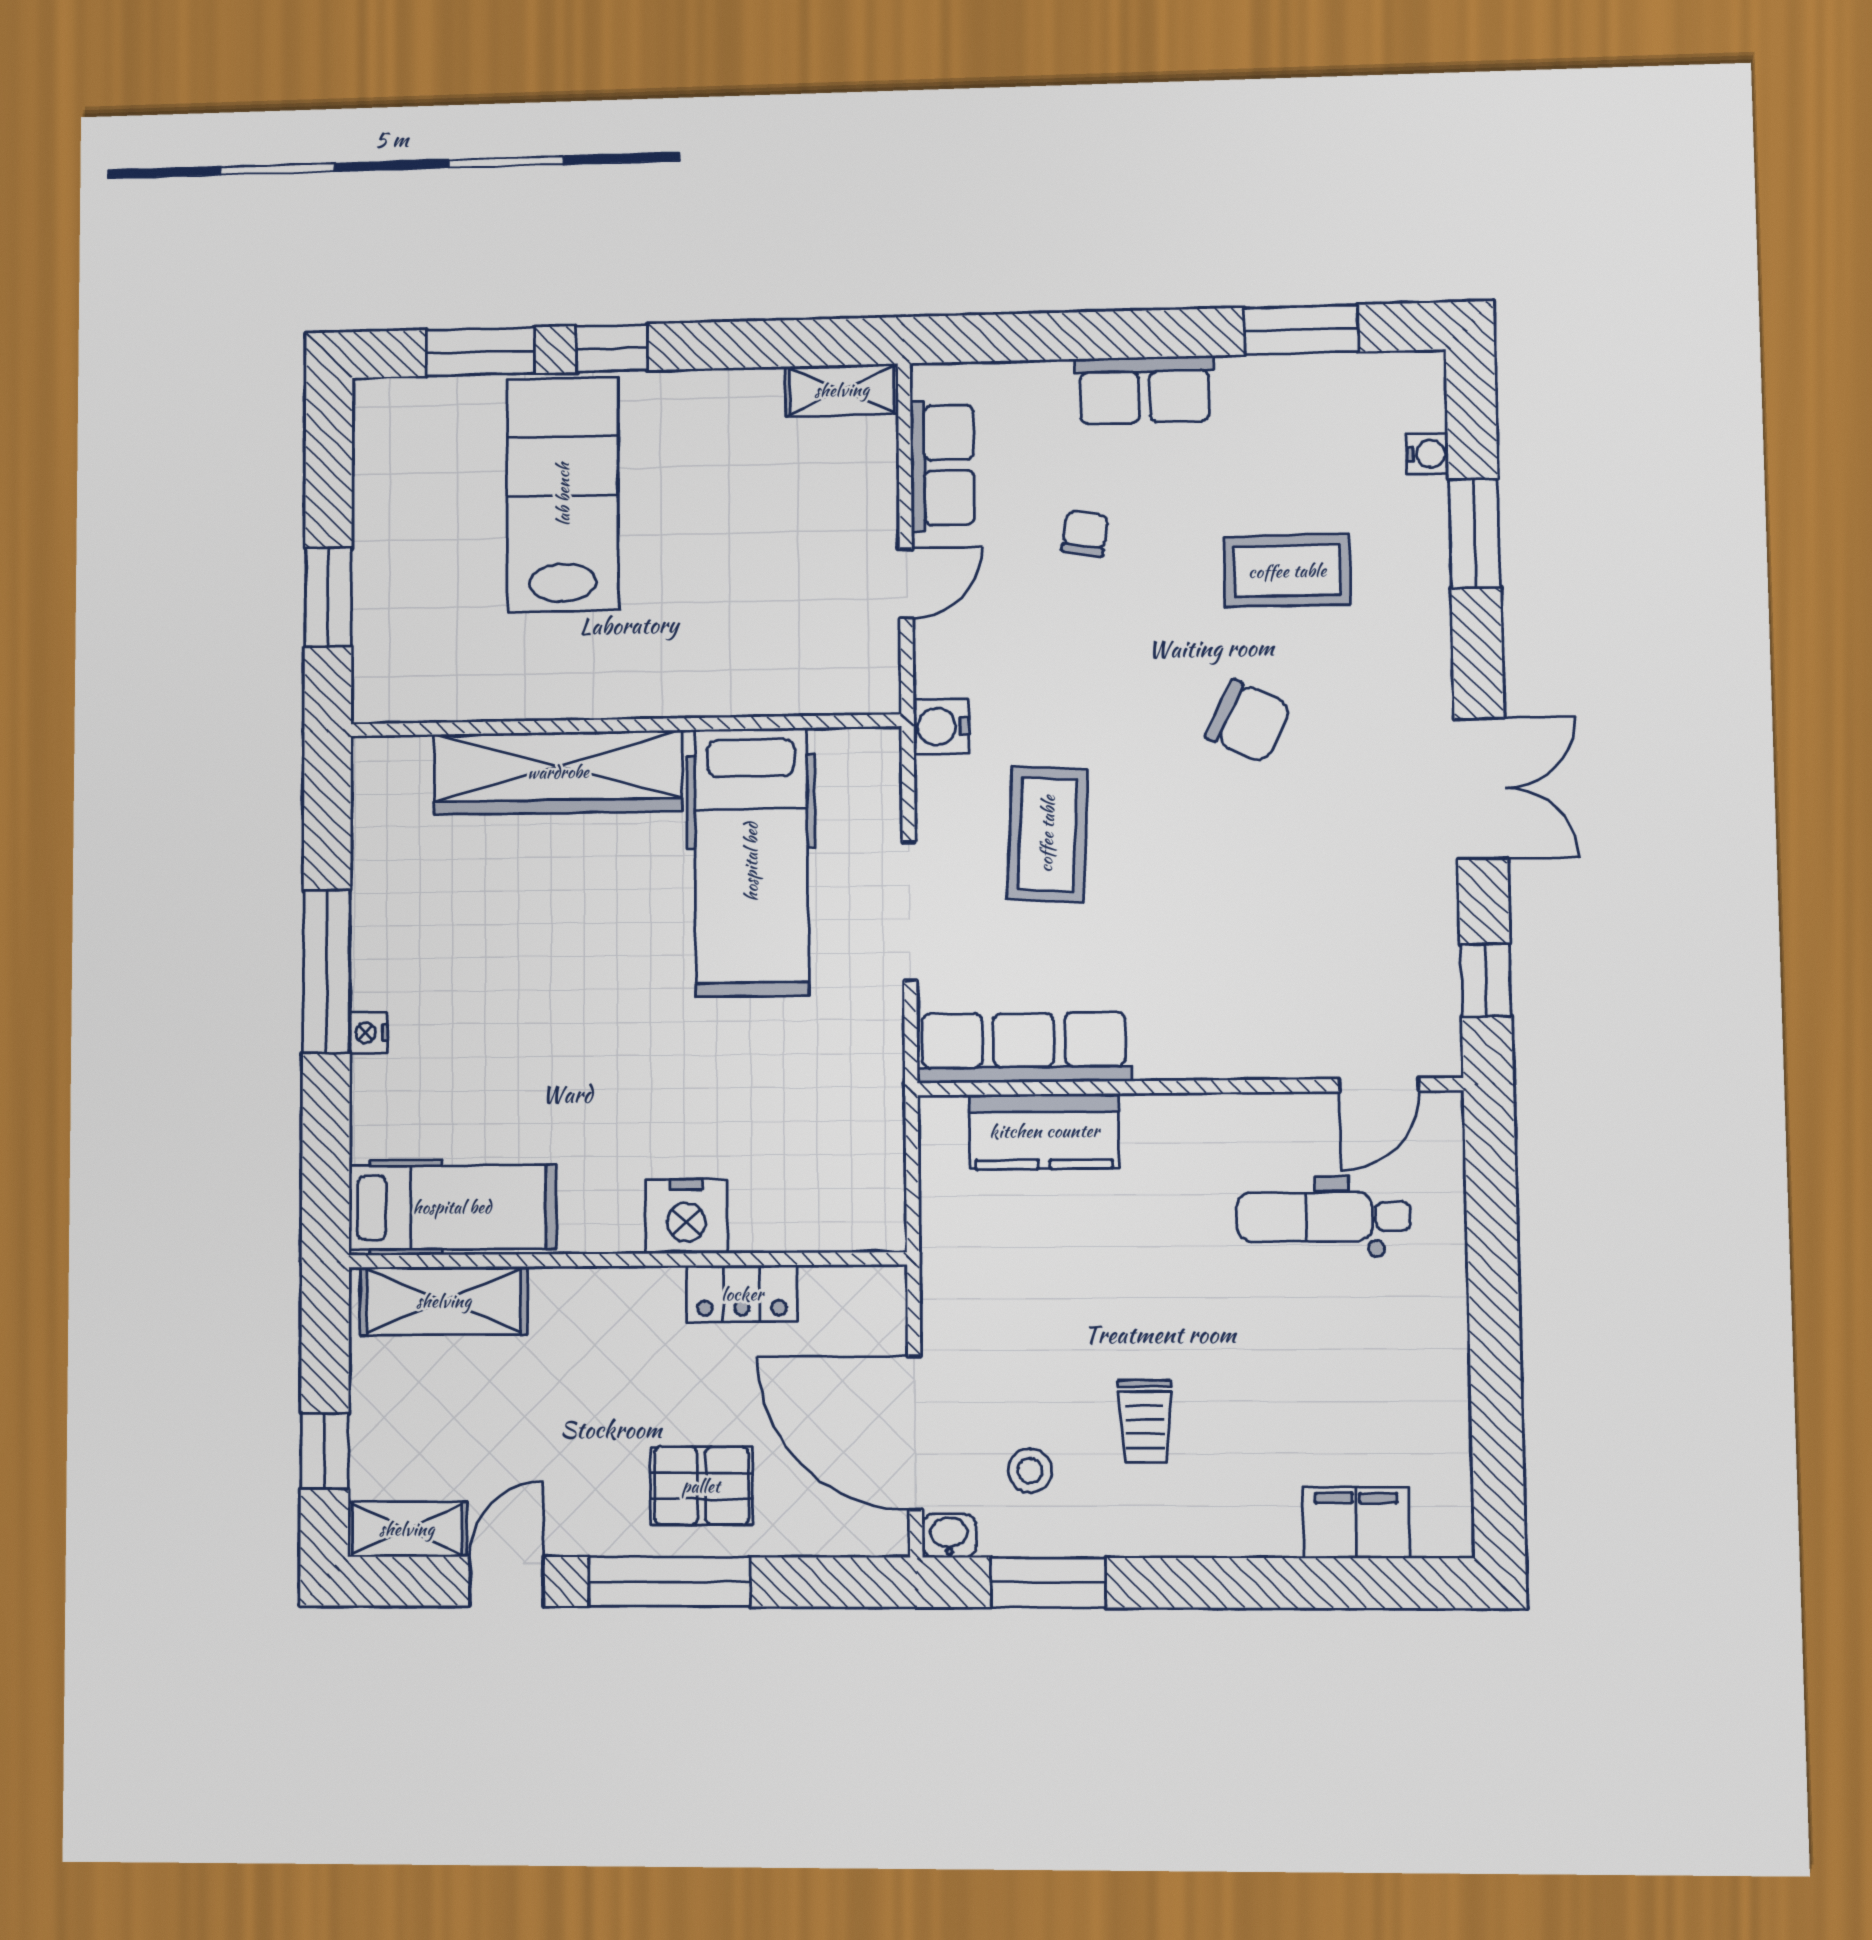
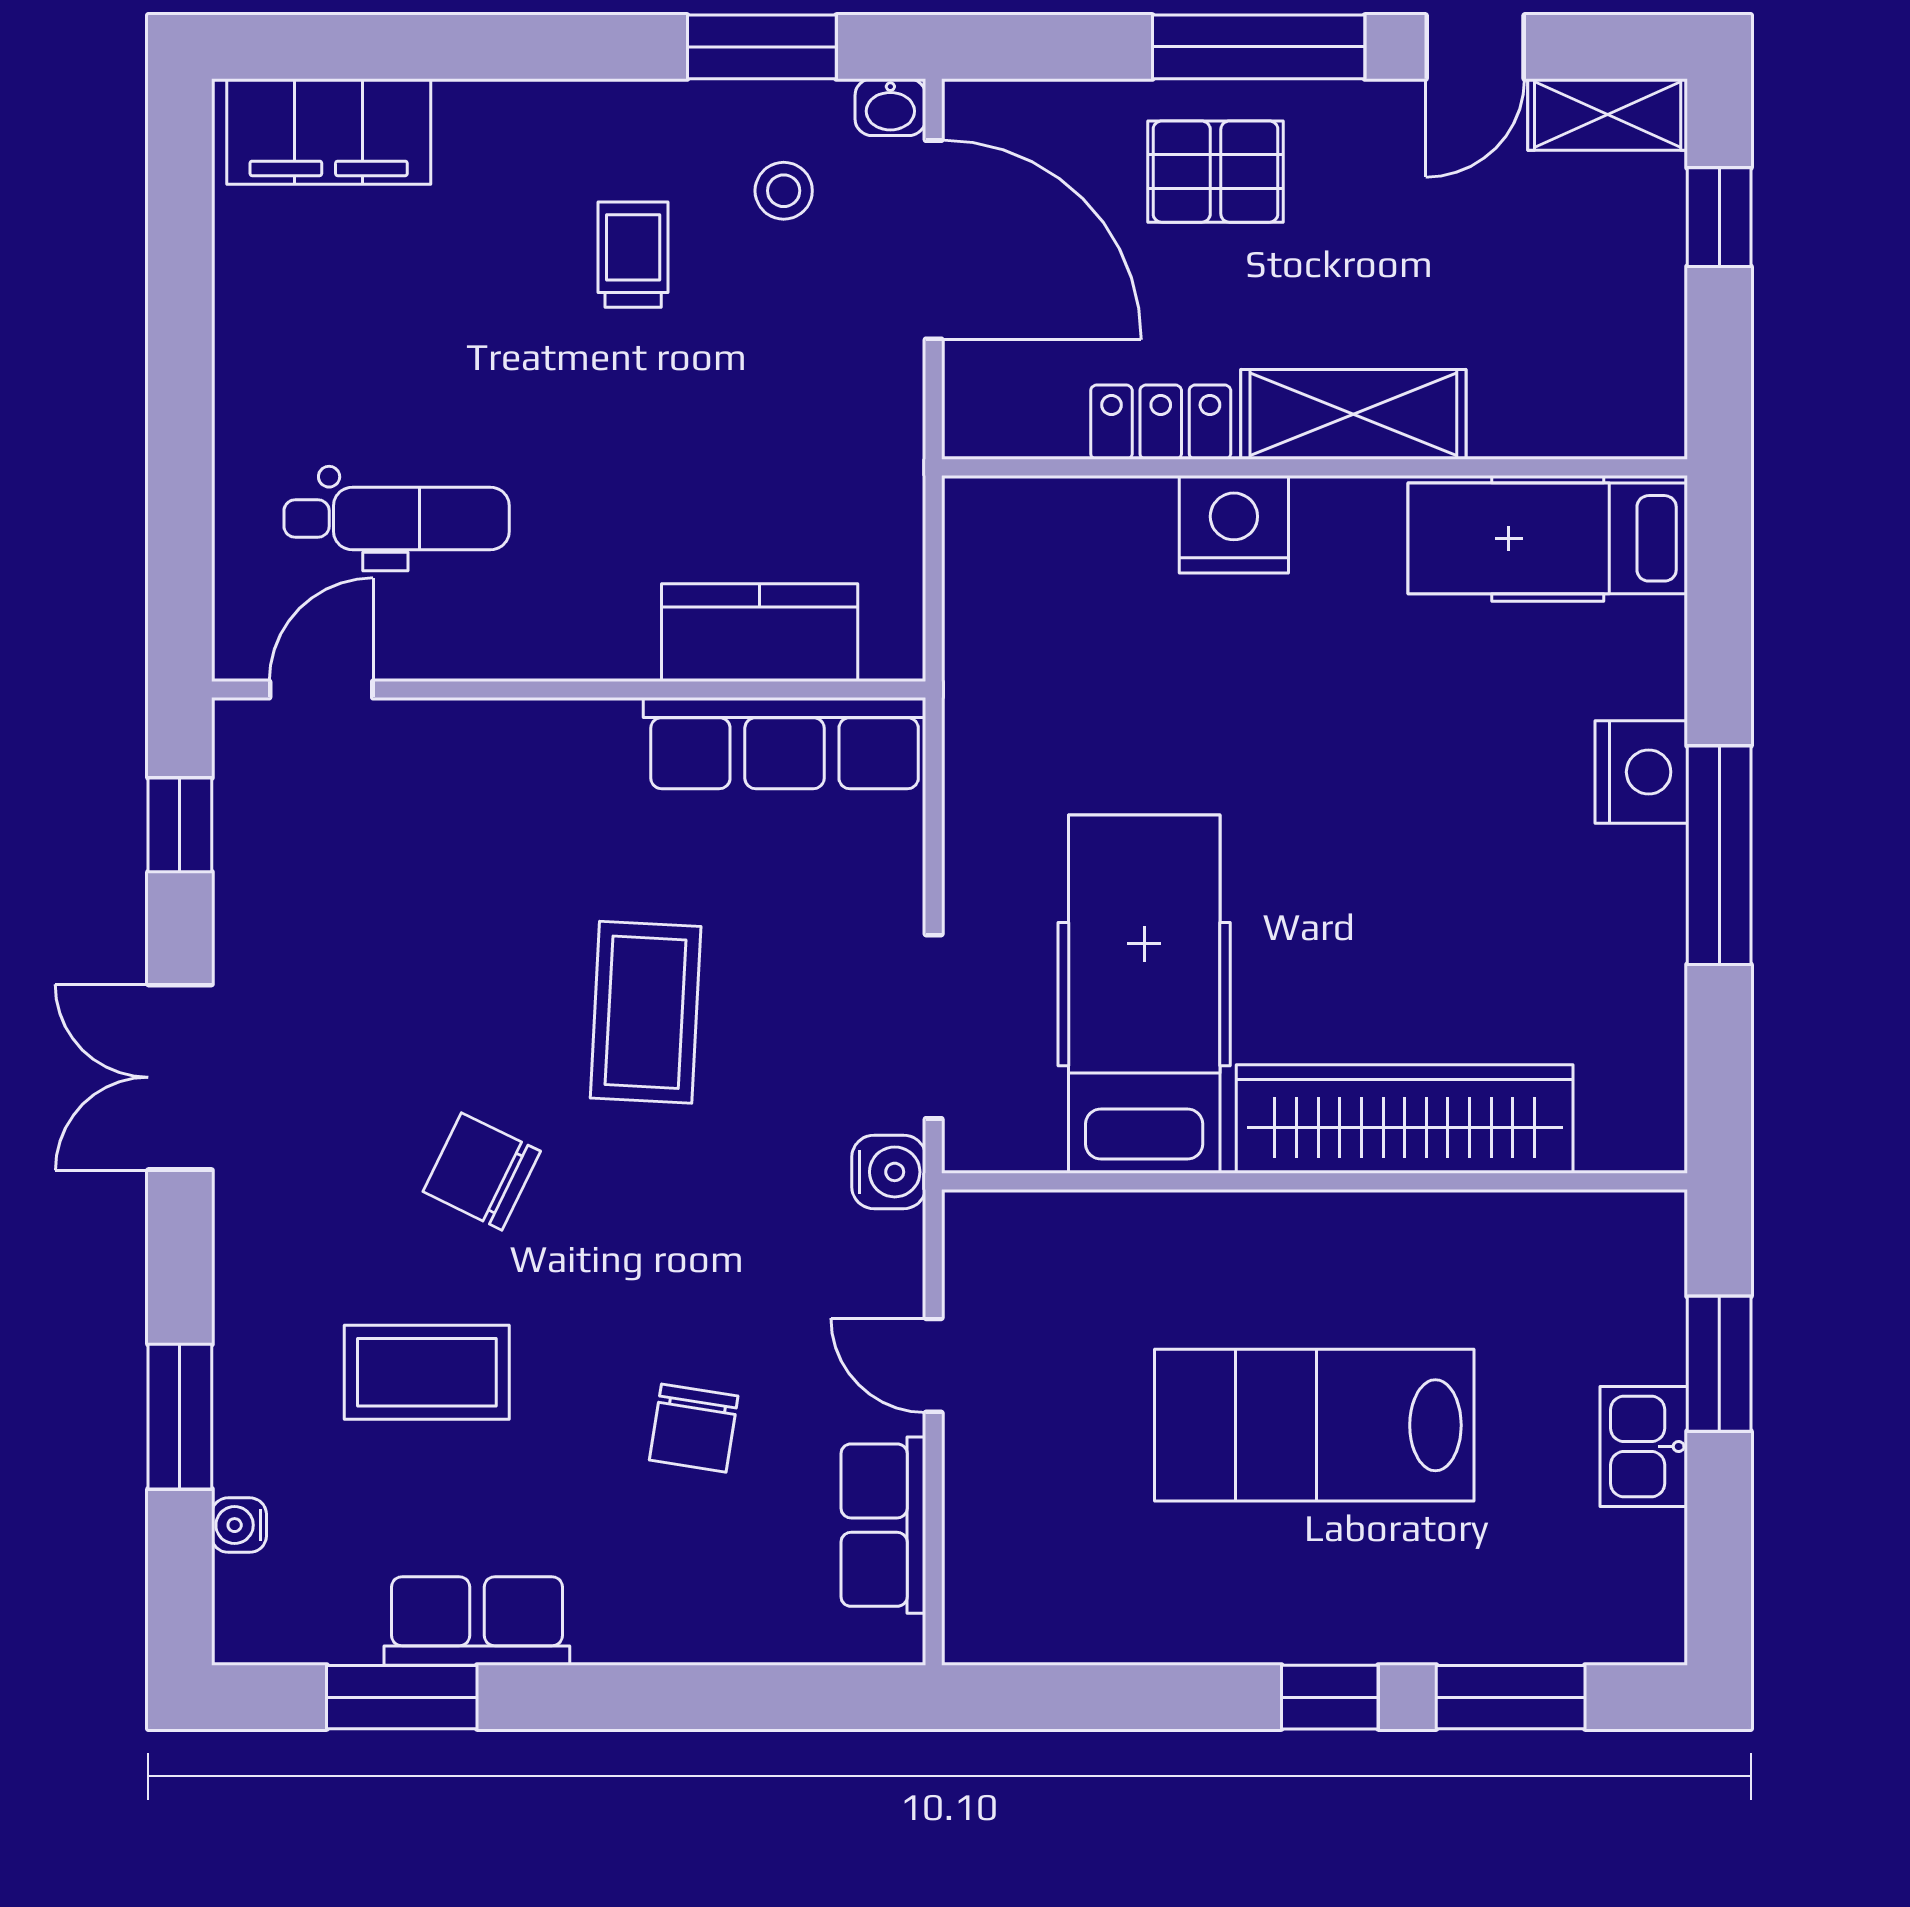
shelving: (842, 390) -> (1018, 1631), removed
row of seats: (1144, 390) -> (477, 1621), moved
lab bench: (563, 494) -> (1314, 1425), moved, turned 90
chair: (1085, 534) -> (694, 1428), width x1.37, depth x1.37
kitchen sink: (383, 536) -> (1644, 1447), added
door: (906, 584) -> (934, 1365), hinge flipped
coffee table: (1047, 834) -> (646, 1012), moved
doorway: (909, 911) -> (934, 1027), moved
nightstand: (369, 1033) -> (1641, 772), width x1.89, depth x1.79
shelving: (444, 1301) -> (1353, 414), moved
filing cabinet: (1356, 1523) -> (329, 131), width x1.50, depth x1.17

